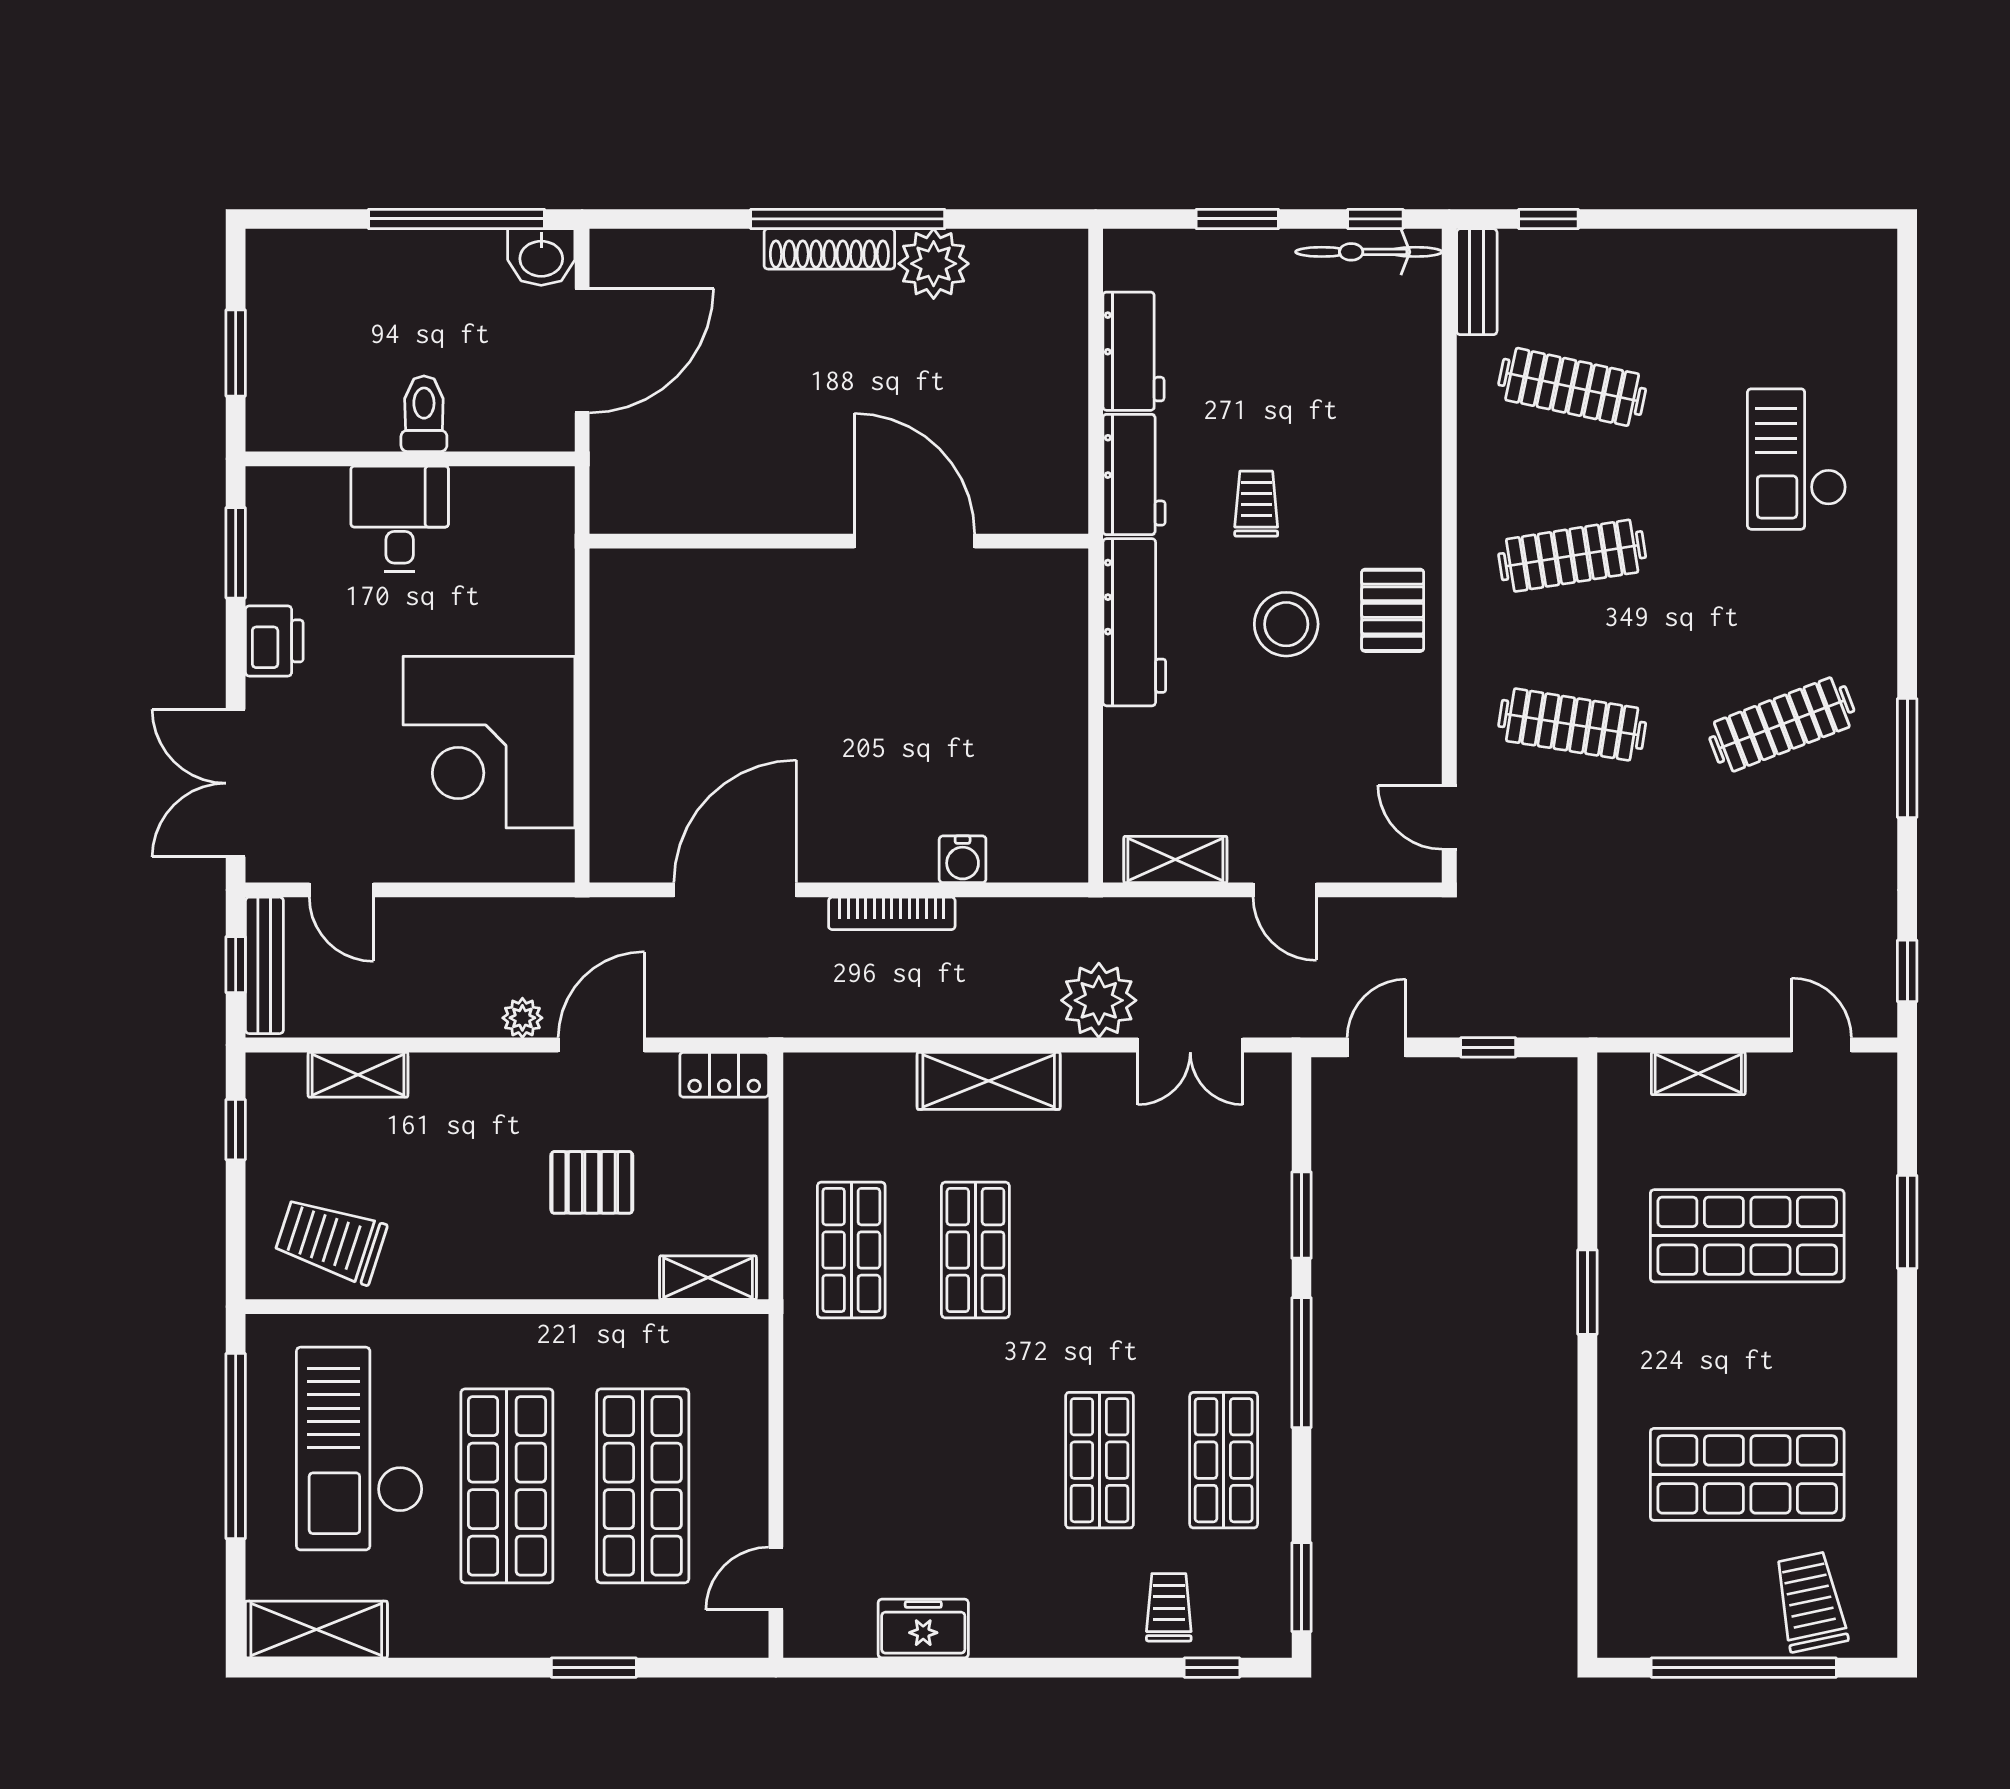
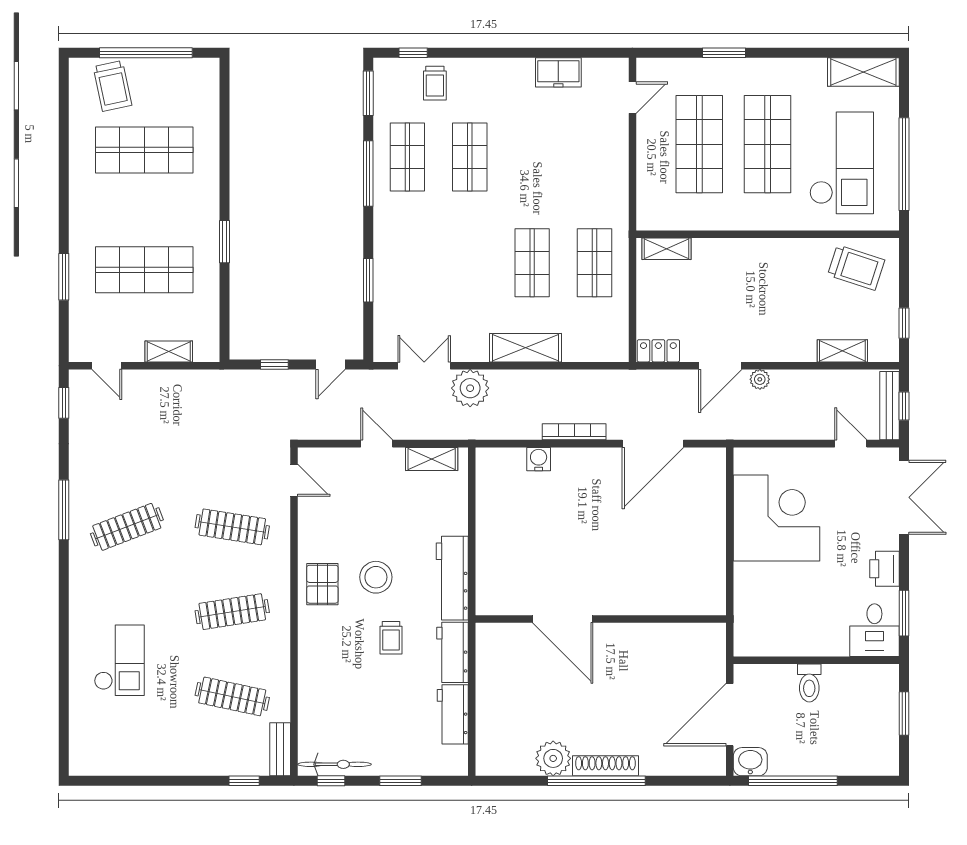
desk: (400, 519) -> (874, 630), moved
pallet: (592, 1182) -> (725, 297), removed
window: (1301, 1363) -> (368, 173), moved

